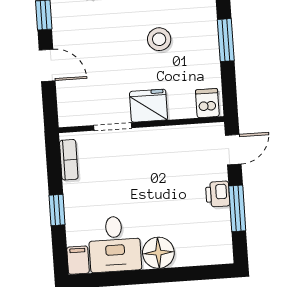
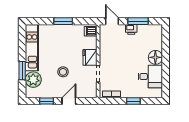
stool: (159, 39) -> (63, 72), moved
filing cabinet: (78, 260) -> (156, 93), removed

